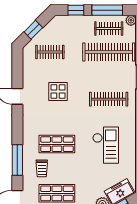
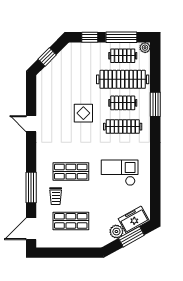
clothes rail: (50, 52) -> (123, 103), moved
display table: (58, 92) -> (83, 113), moved
checkout: (106, 145) -> (120, 173), turned -90

